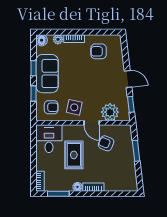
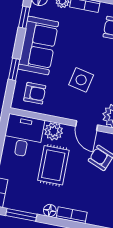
window: (34, 68) -> (24, 17), moved
side table: (74, 107) -> (81, 80), moved
plant: (69, 131) -> (54, 131), added

